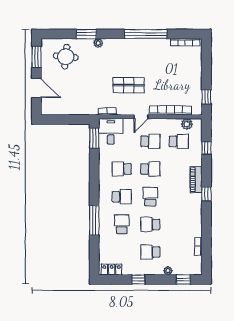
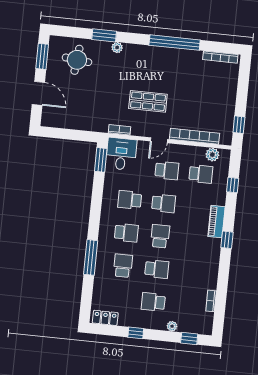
school desk: (150, 224) -> (157, 269), turned 180

